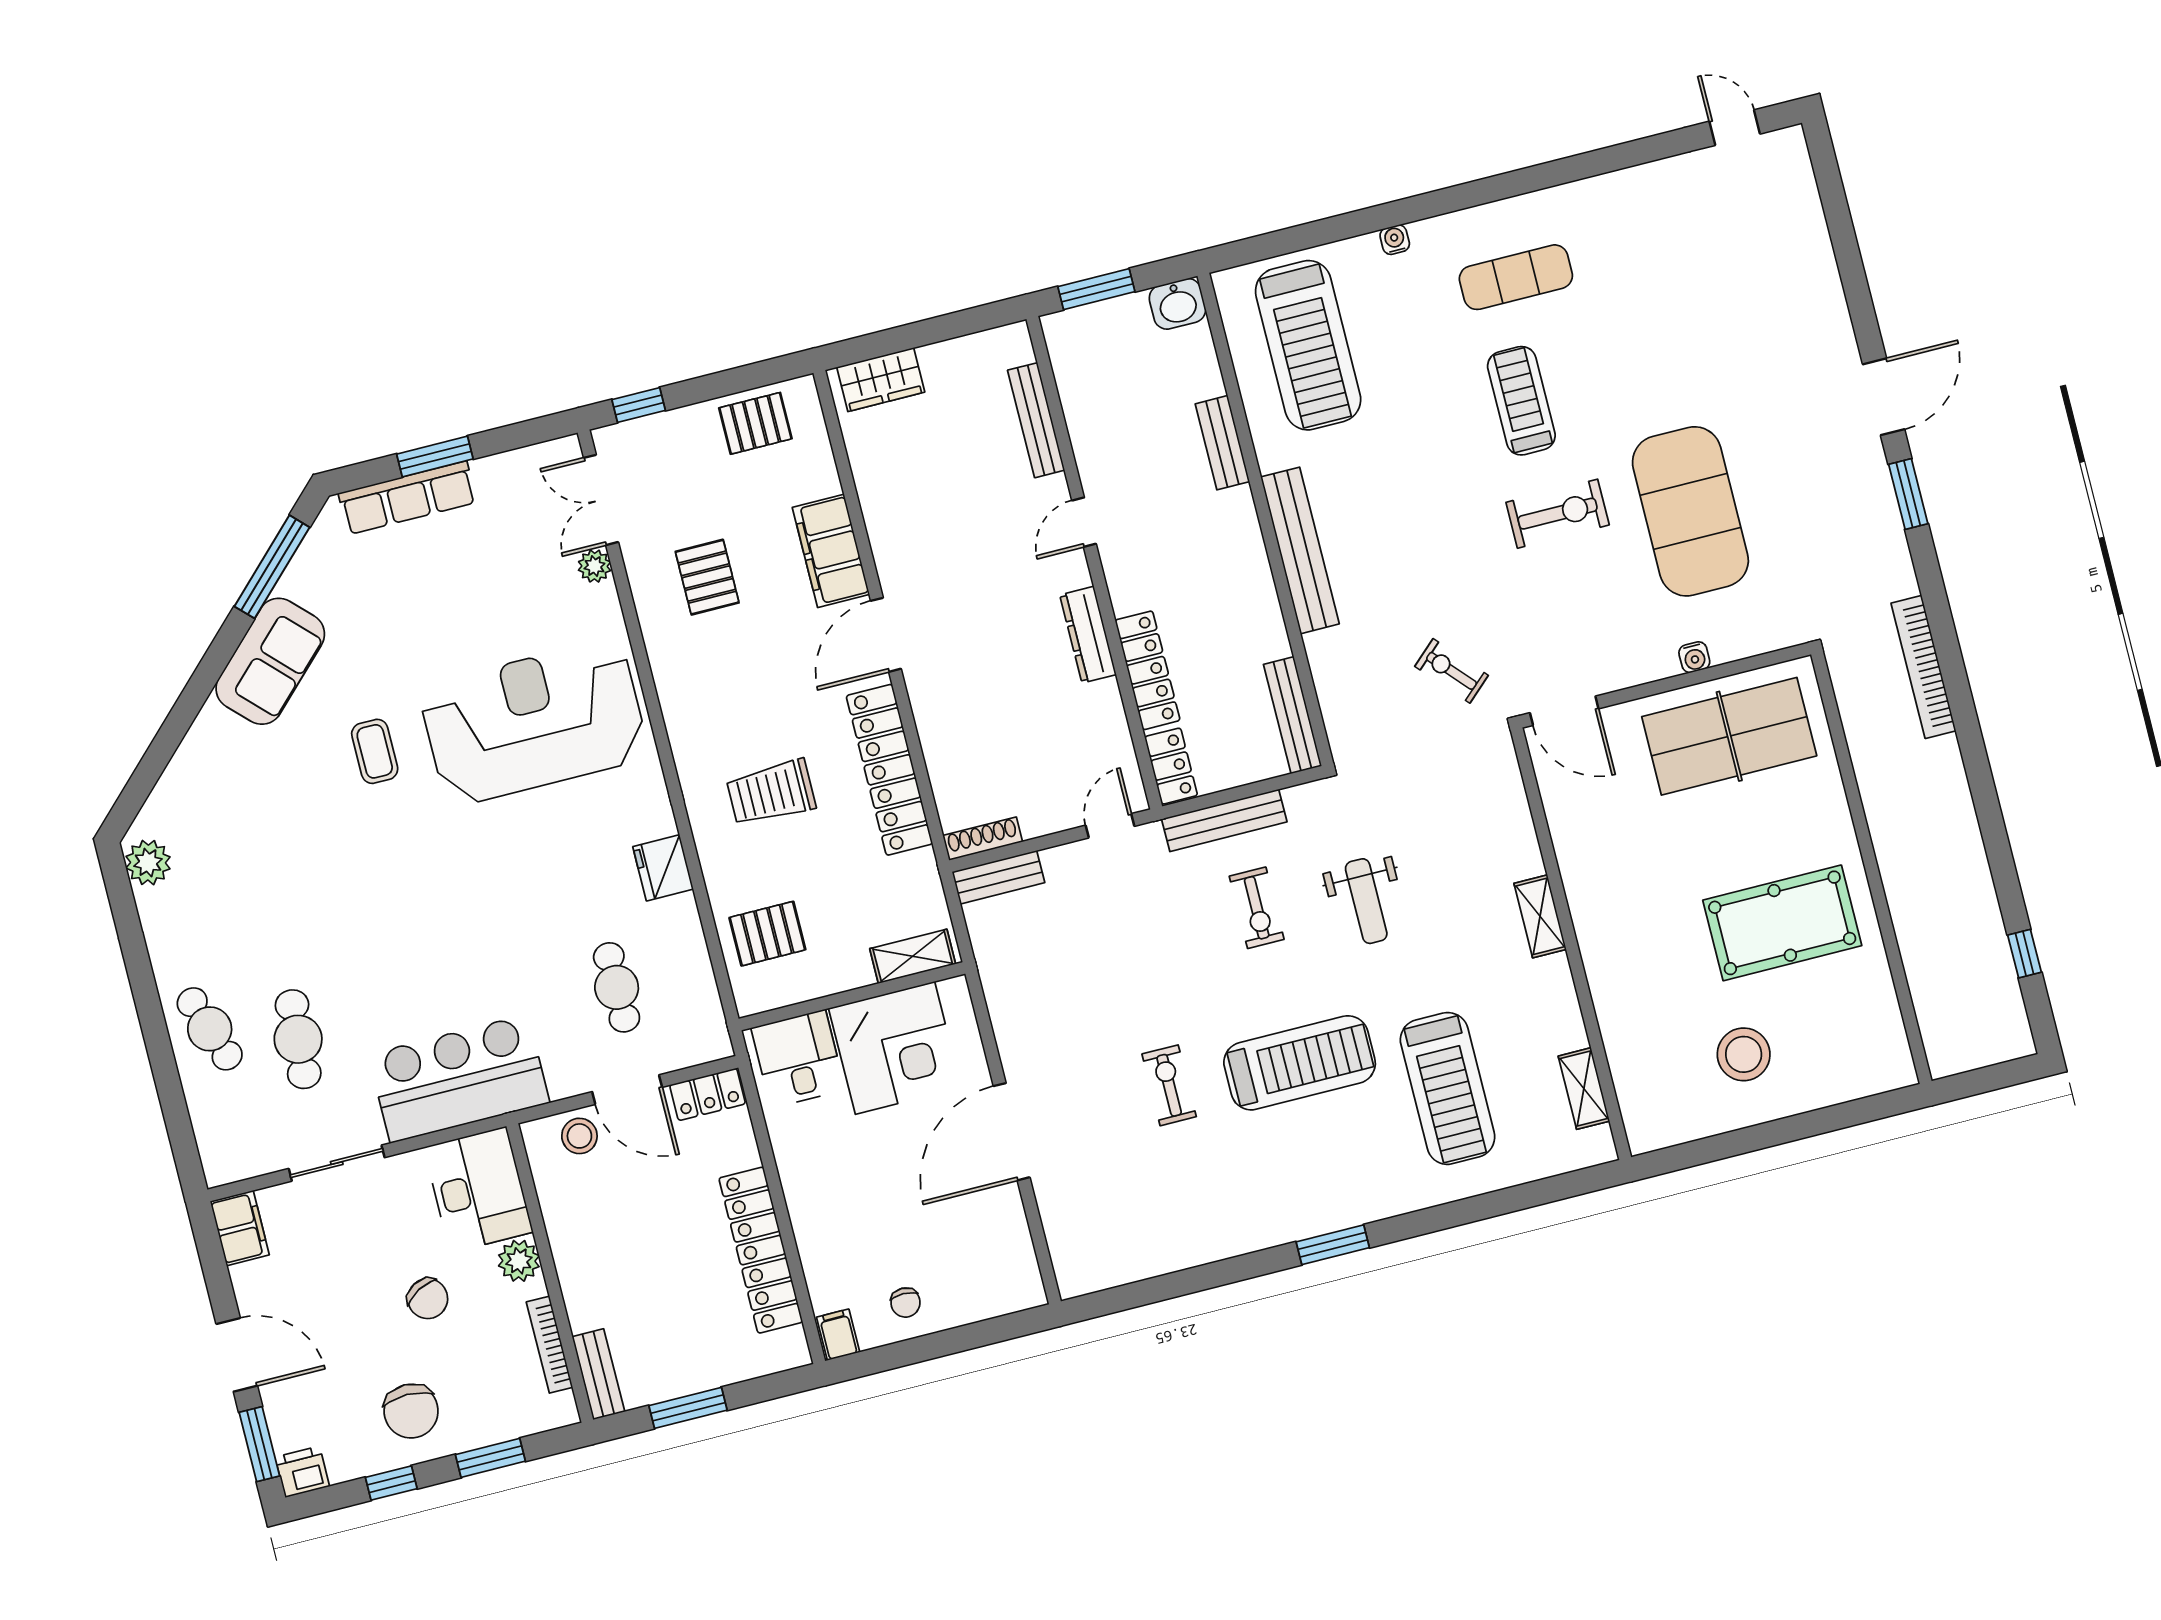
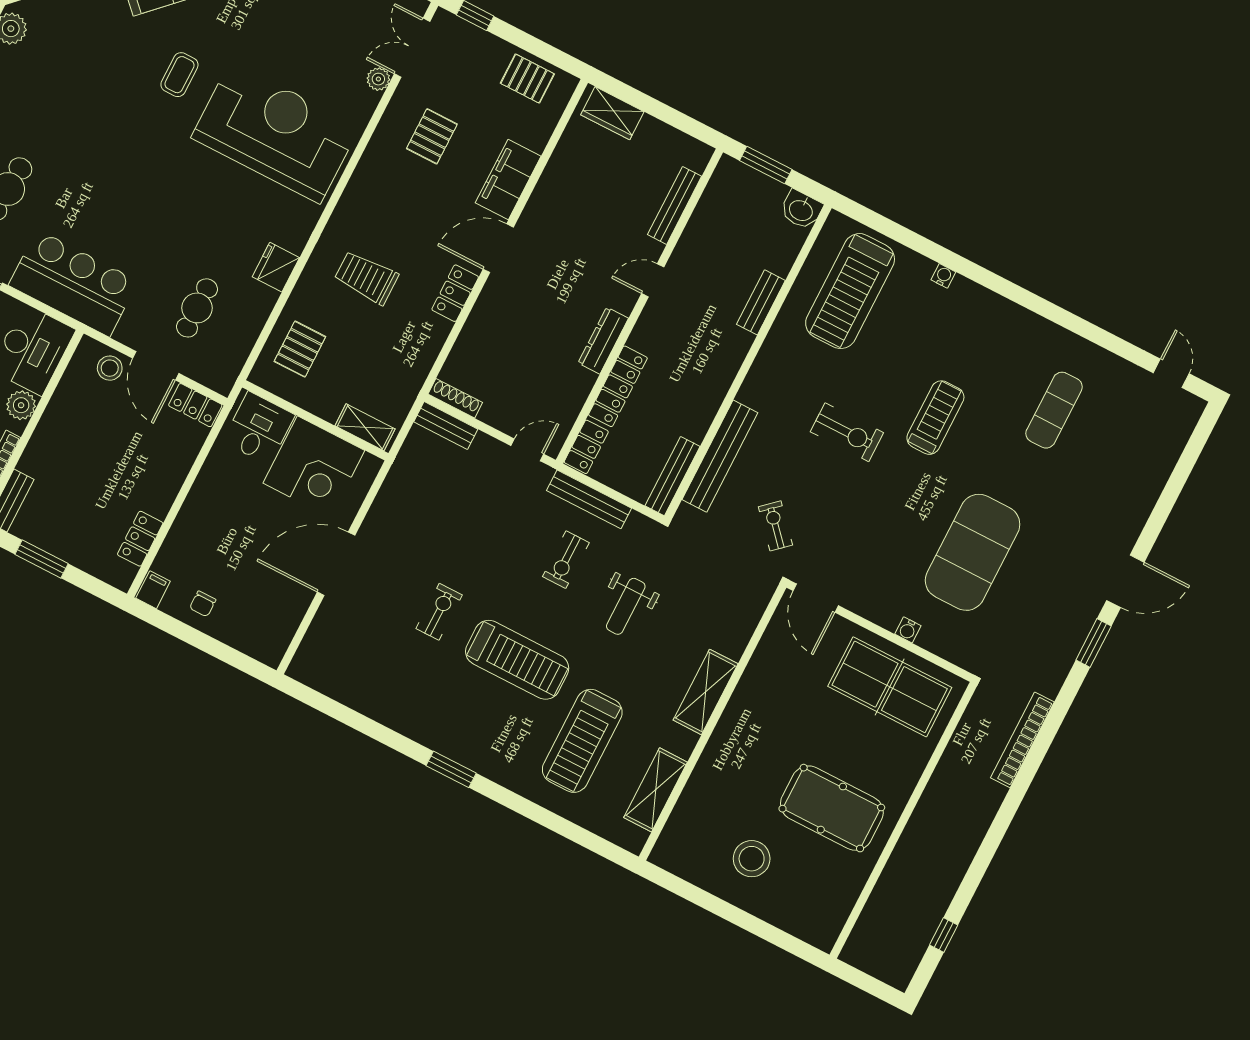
exercise mat: (1516, 277) -> (1054, 410), moved, turned 90
exercise bike: (1558, 514) -> (847, 432), moved
bench: (1300, 550) -> (720, 456), moved
locker: (889, 770) -> (455, 293), width x0.46, depth x0.83
shelving: (1540, 916) -> (706, 692), width x1.50, depth x1.33
pallet: (767, 934) -> (300, 349), turned 90
shelving: (1584, 1089) -> (656, 790), width x1.50, depth x1.33
locker: (761, 1250) -> (140, 539), width x0.46, depth x0.83

